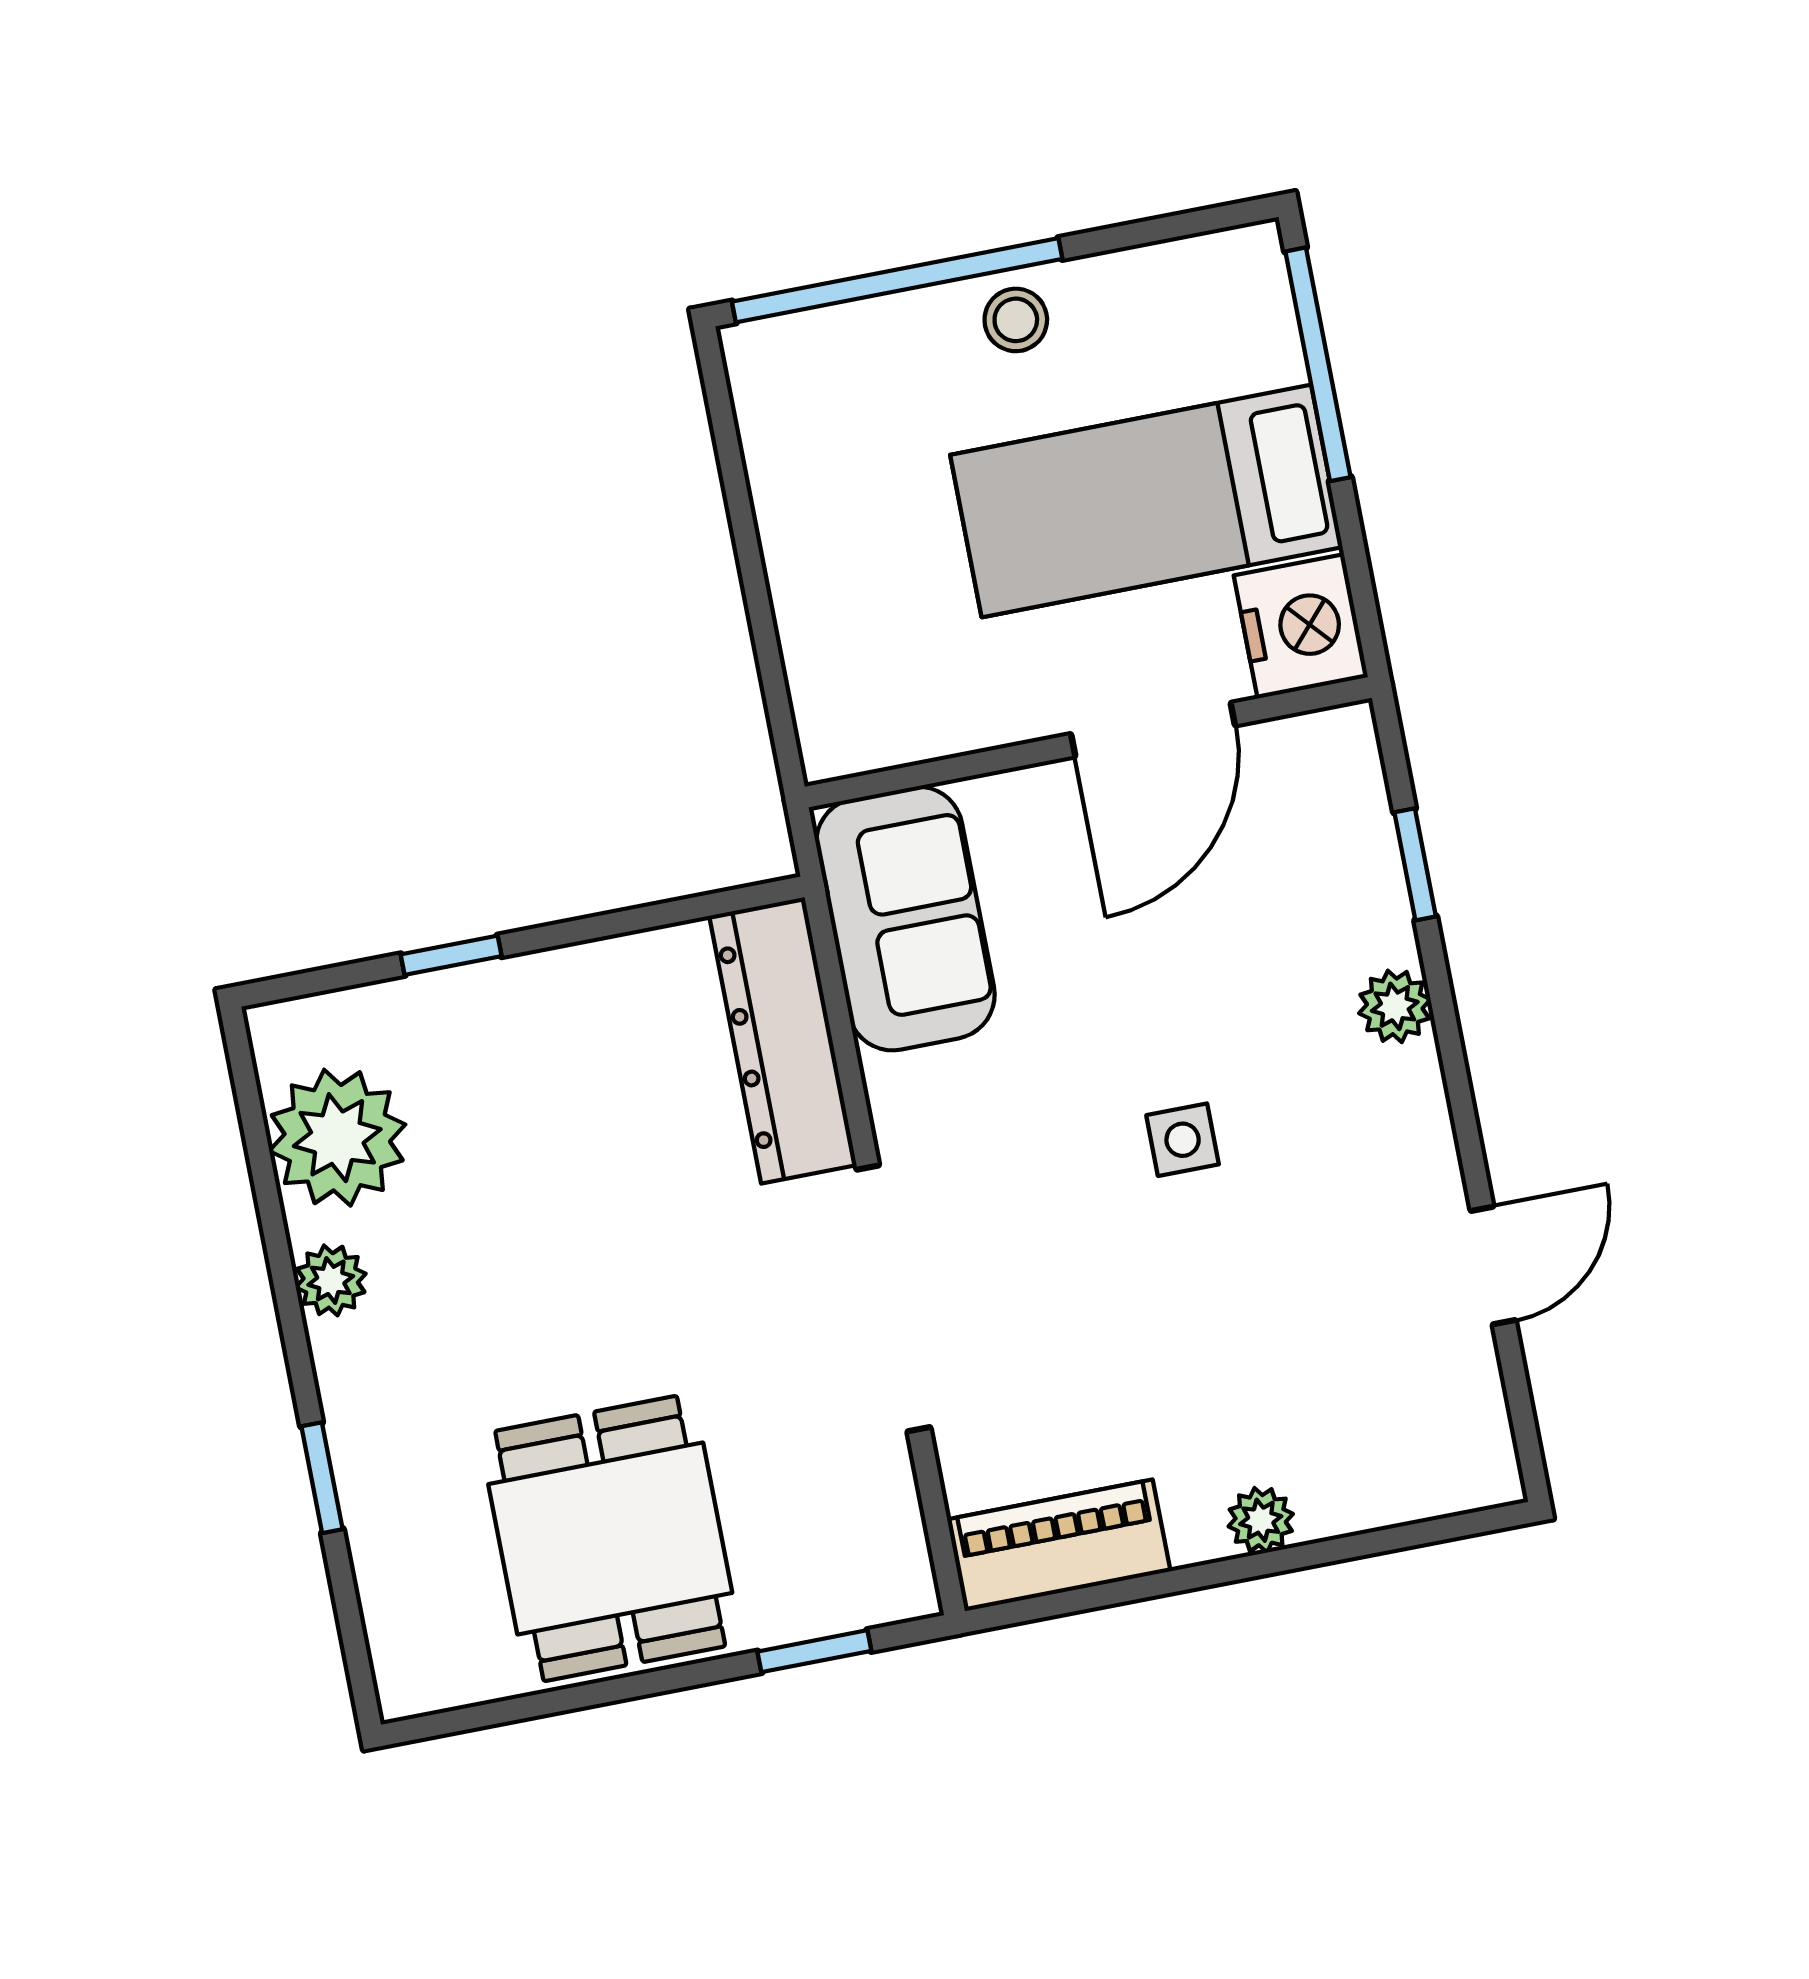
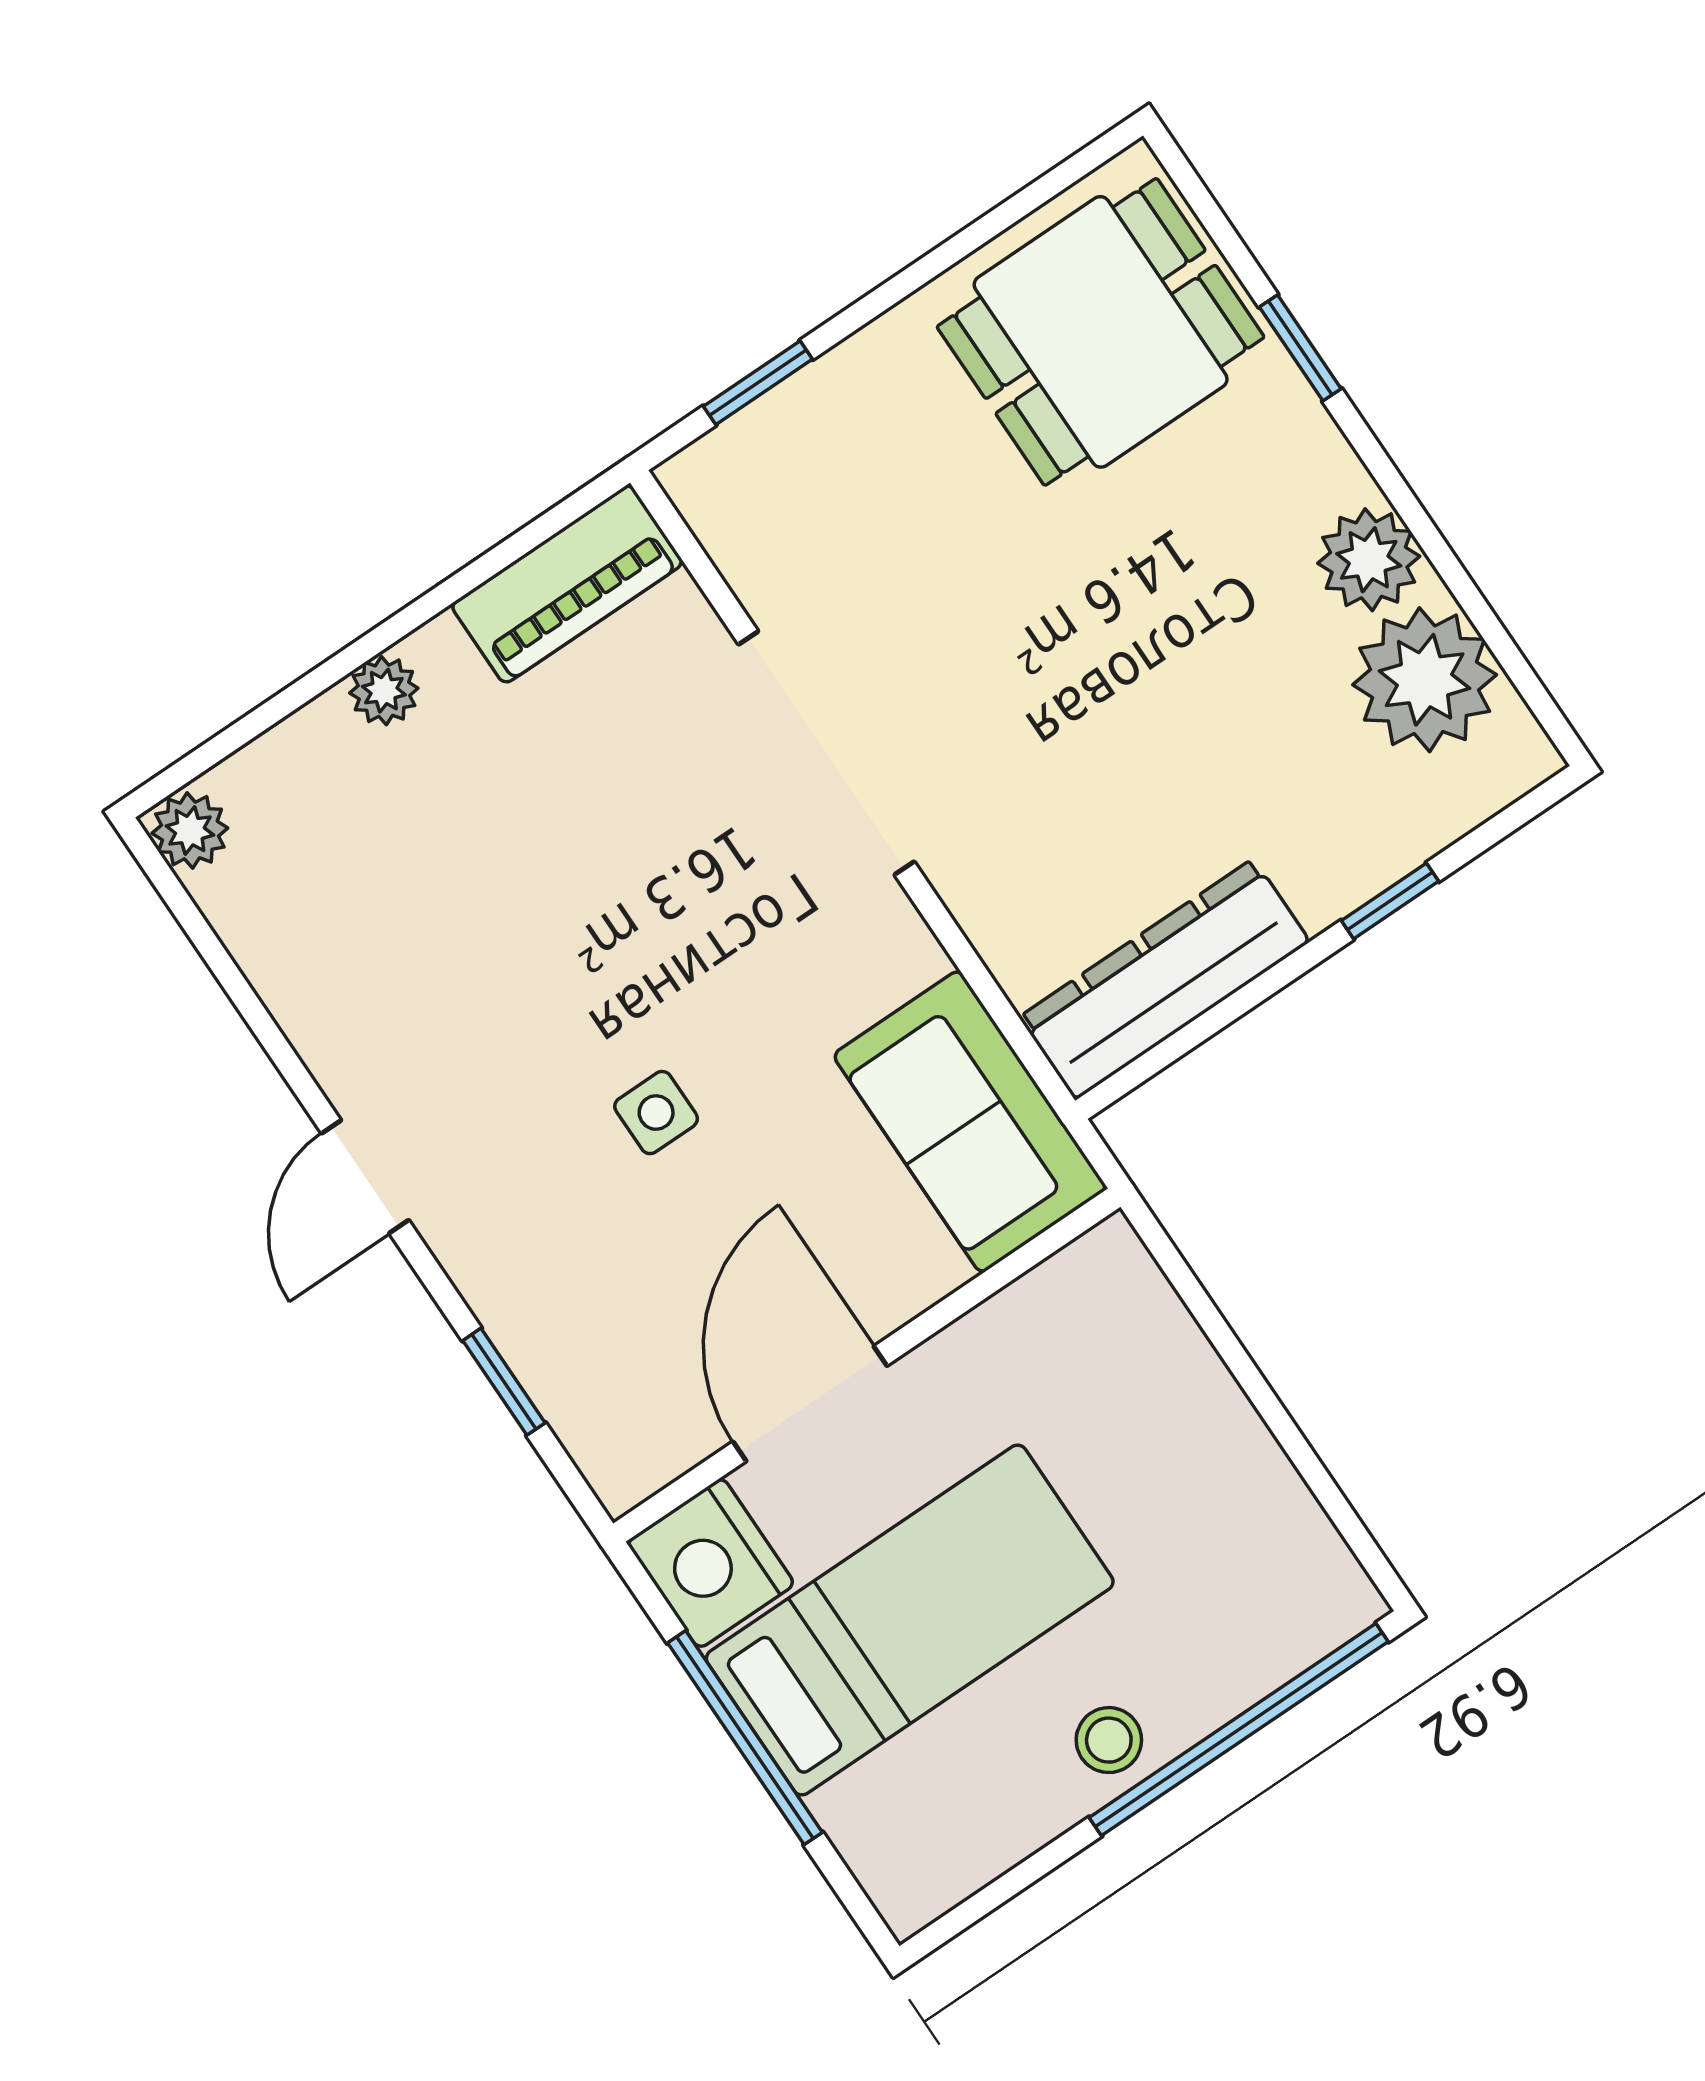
window: (1318, 364) -> (745, 1738), moved
plant: (1395, 1006) -> (190, 831), moved
dresser: (783, 1040) -> (1164, 979), moved, turned -90
side table: (1183, 1140) -> (656, 1113), moved
door: (1493, 1266) -> (365, 1177), moved
plant: (331, 1280) -> (1369, 560), width x1.38, depth x1.38
dining table: (610, 1539) -> (1101, 332), moved, turned 90

